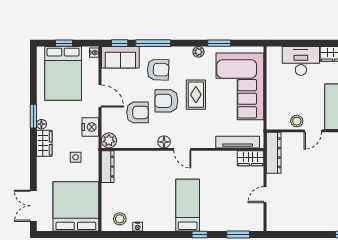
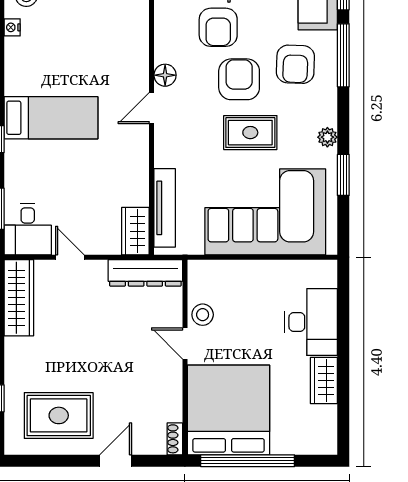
desk: (249, 218) -> (28, 229), added
wardrobe: (287, 223) -> (19, 298), added

